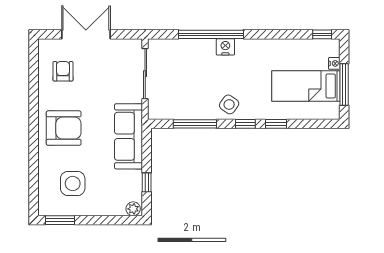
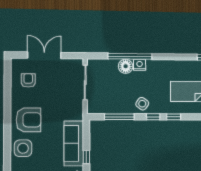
floor lamp: (205, 49) -> (126, 66), added
sofa: (129, 136) -> (74, 143), moved
side table: (73, 183) -> (23, 148), moved

